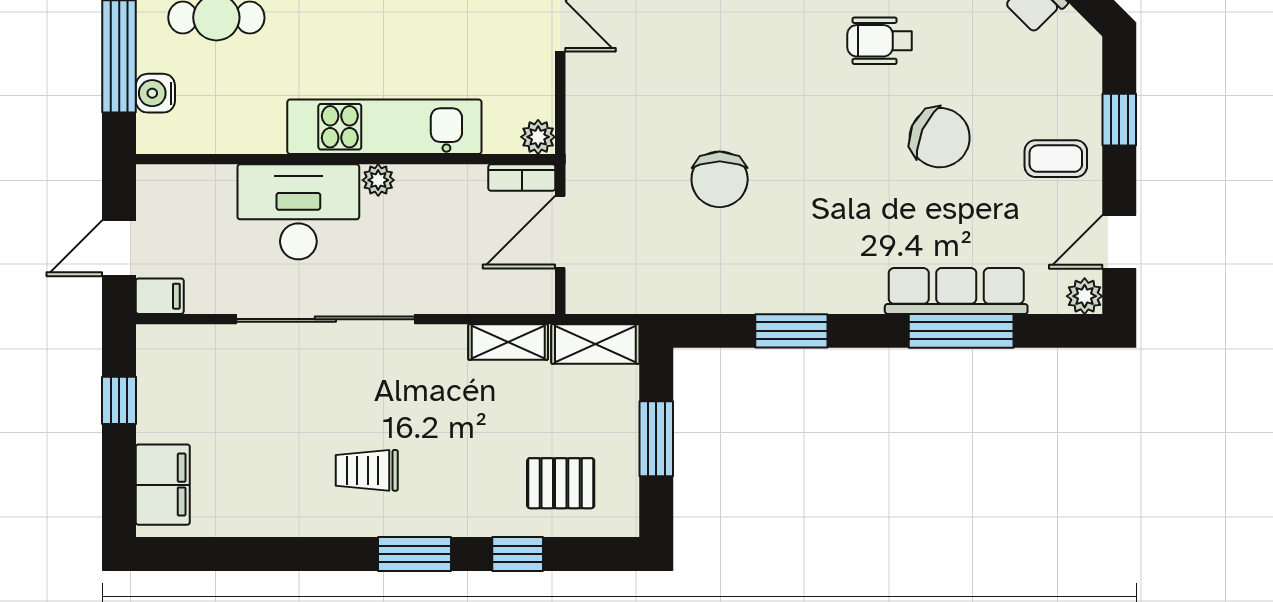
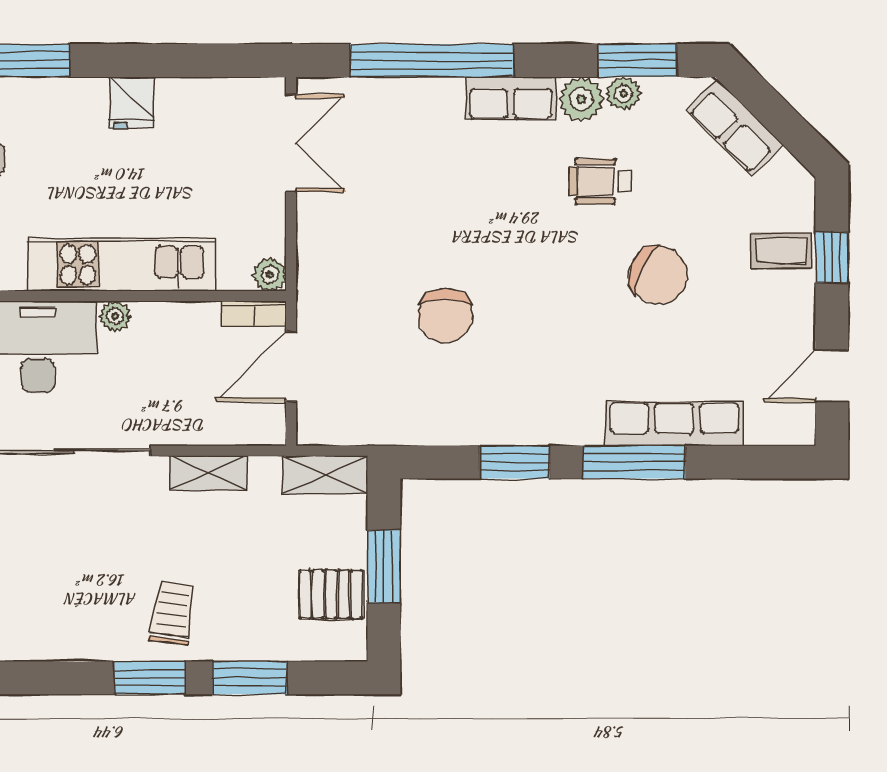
coffee table: (1056, 159) -> (781, 250), moved
plant: (1085, 296) -> (798, 428), removed
window: (961, 331) -> (634, 462), moved
shelving: (508, 342) -> (208, 473), moved
trolley: (367, 470) -> (172, 613), moved, turned 98
pallet: (561, 483) -> (331, 594), moved
window: (518, 554) -> (250, 678), width x1.50

